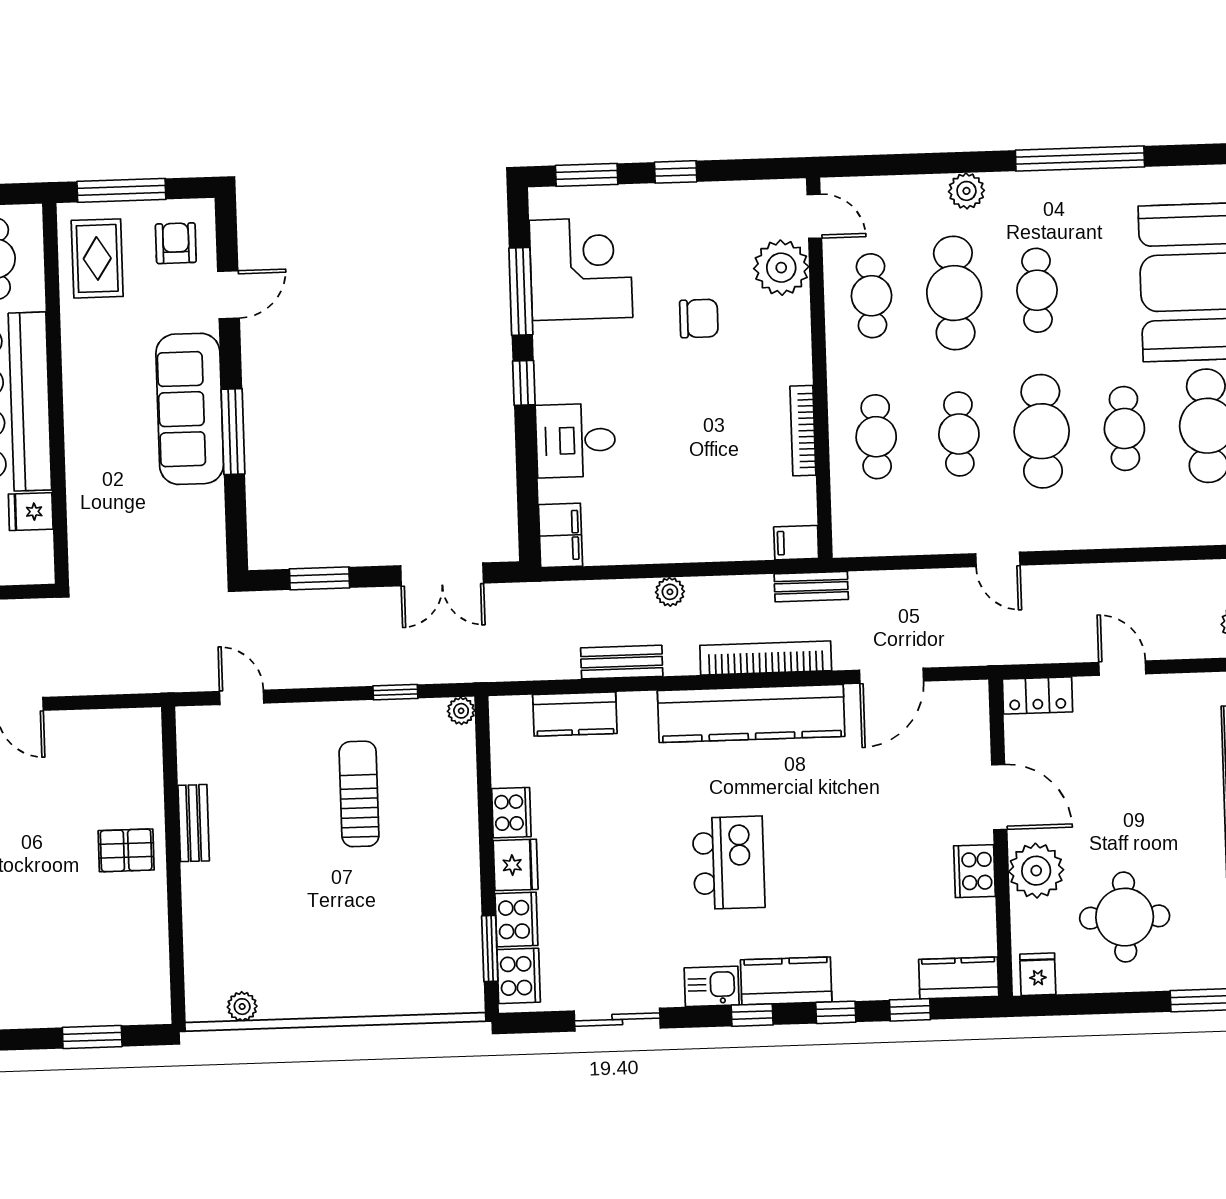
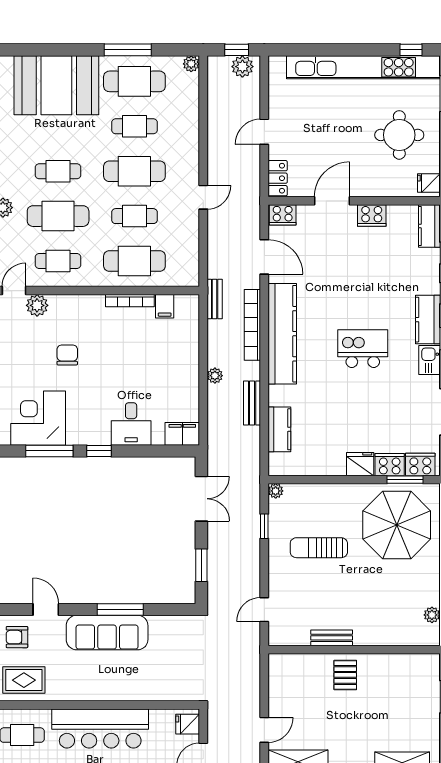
plant: (781, 268) -> (37, 305), width x0.73, depth x0.73
cafe table: (876, 437) -> (134, 261), width x1.37, depth x1.35
fridge: (31, 512) -> (188, 724), moved, turned 90
filing cabinet: (796, 543) -> (165, 306), moved
cooker: (511, 813) -> (283, 215), moved, turned 180
plant: (1036, 871) -> (373, 182), removed
parasol: (406, 936) -> (397, 525), added

